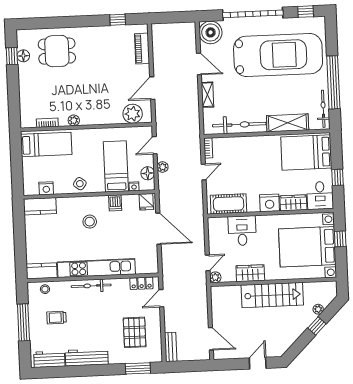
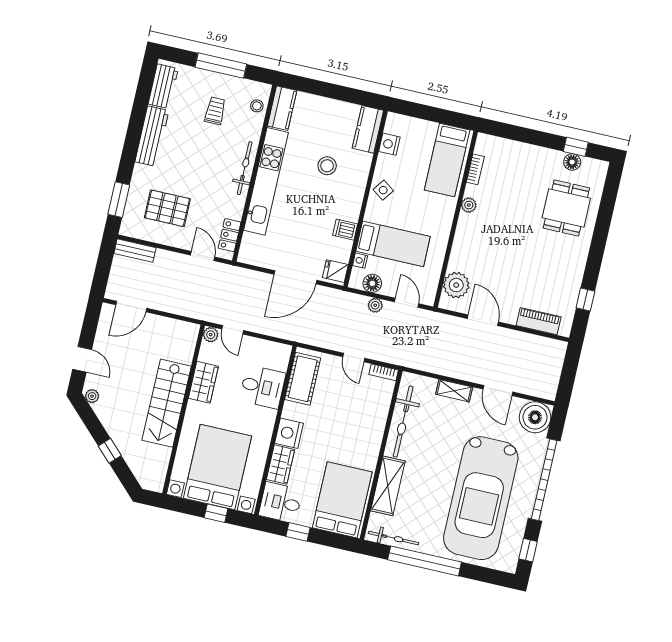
door: (199, 64) -> (498, 390), hinge flipped
stool: (90, 222) -> (327, 166), moved
plant: (318, 309) -> (92, 396), moved

